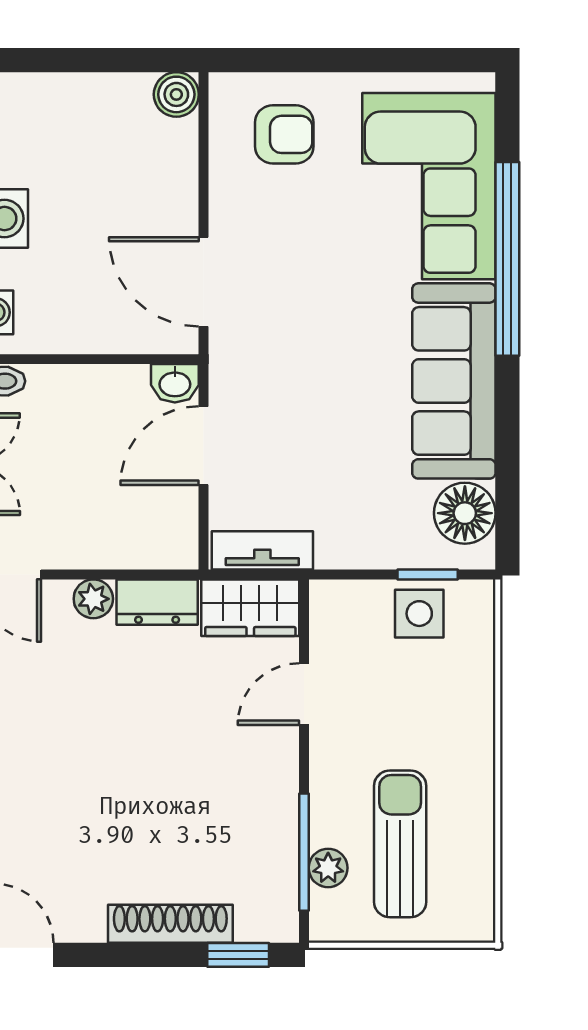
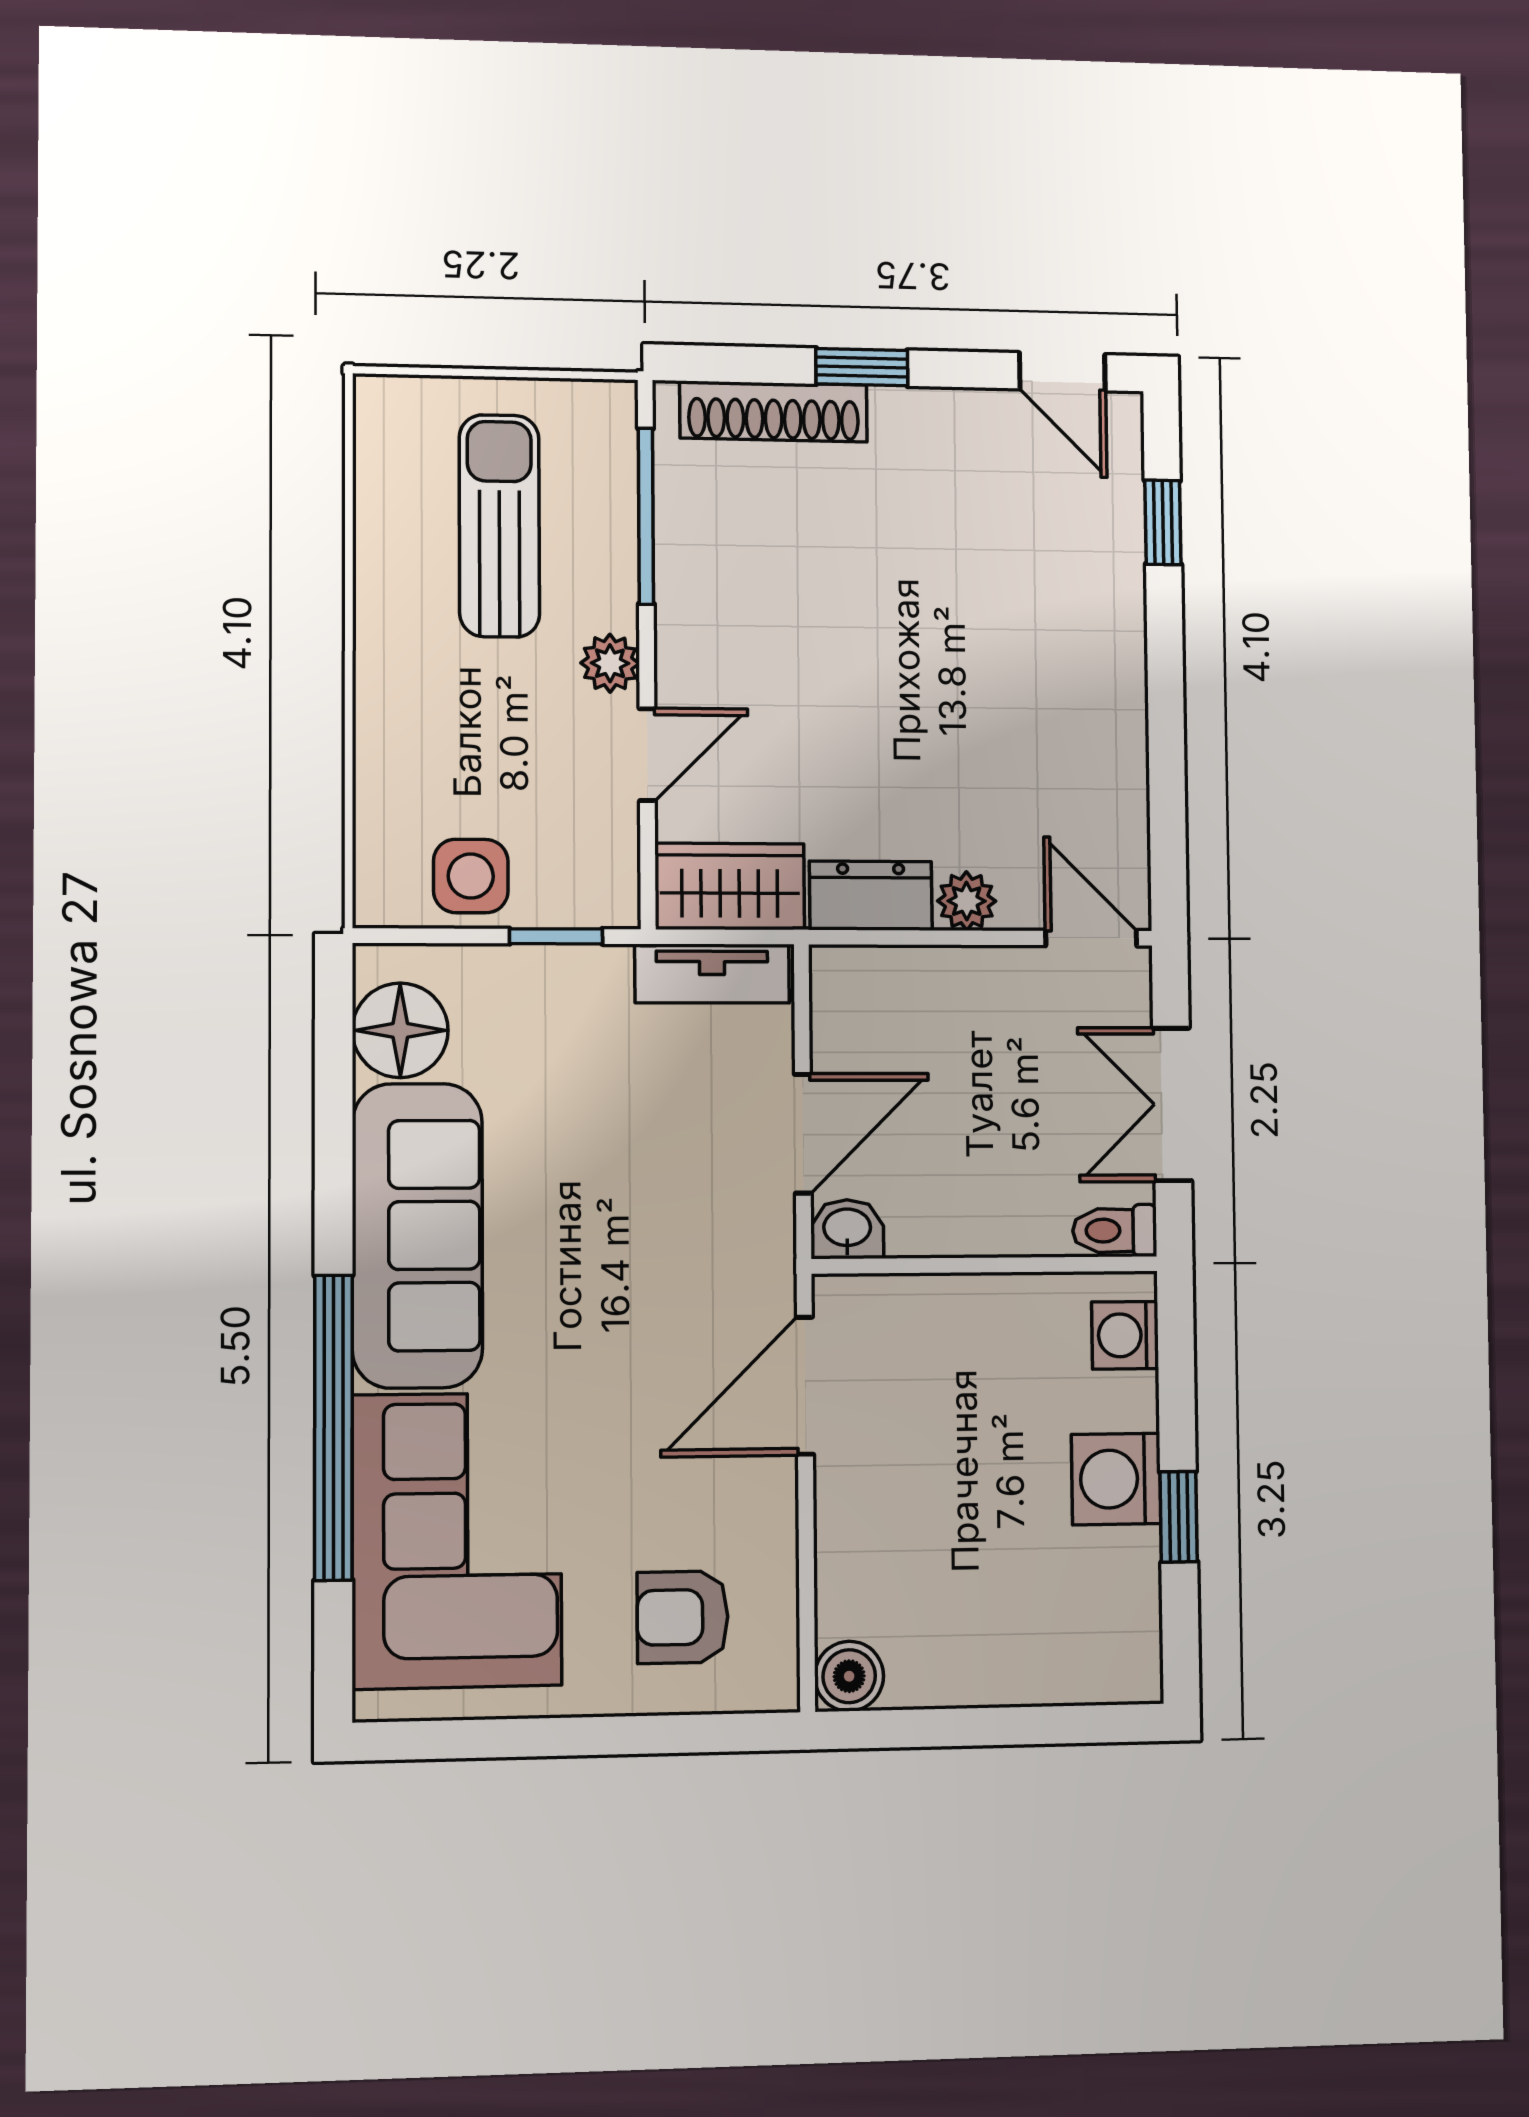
door: (204, 282) -> (805, 1386), swing flipped
window: (428, 574) -> (556, 936), moved
sun lounger: (400, 844) -> (499, 526), turned 180
plant: (328, 868) -> (610, 663), moved
shoe rack: (170, 924) -> (774, 411), moved
window: (238, 955) -> (862, 367), moved

